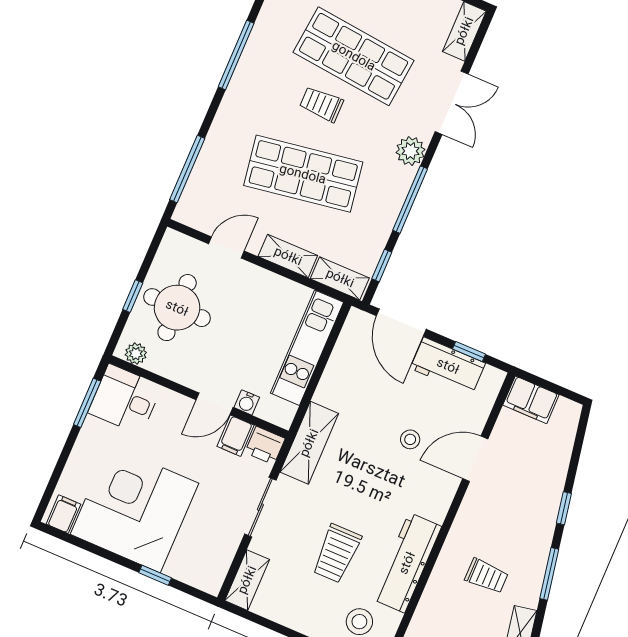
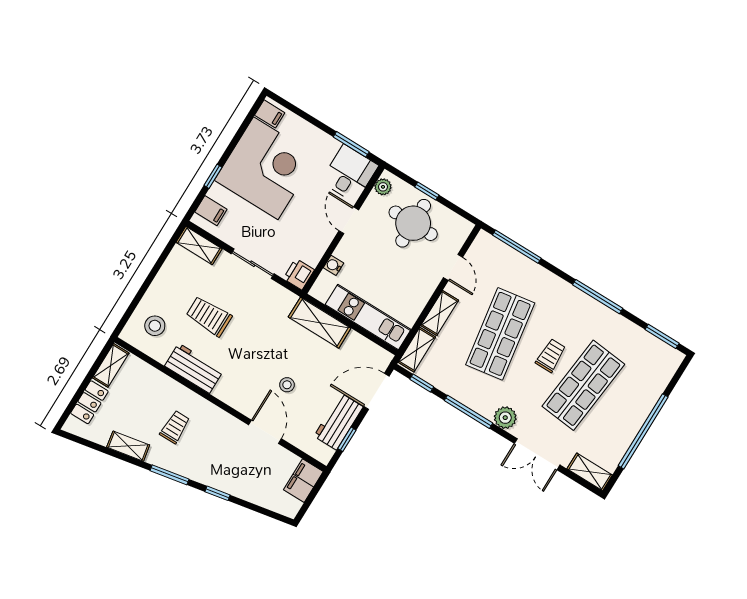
door: (214, 404) -> (349, 220), moved
filing cabinet: (236, 436) -> (211, 211), moved, turned 180
shelving: (309, 443) -> (320, 323), moved
workbench: (407, 563) -> (194, 368), width x0.73
trolley: (486, 576) -> (175, 427), turned 180

